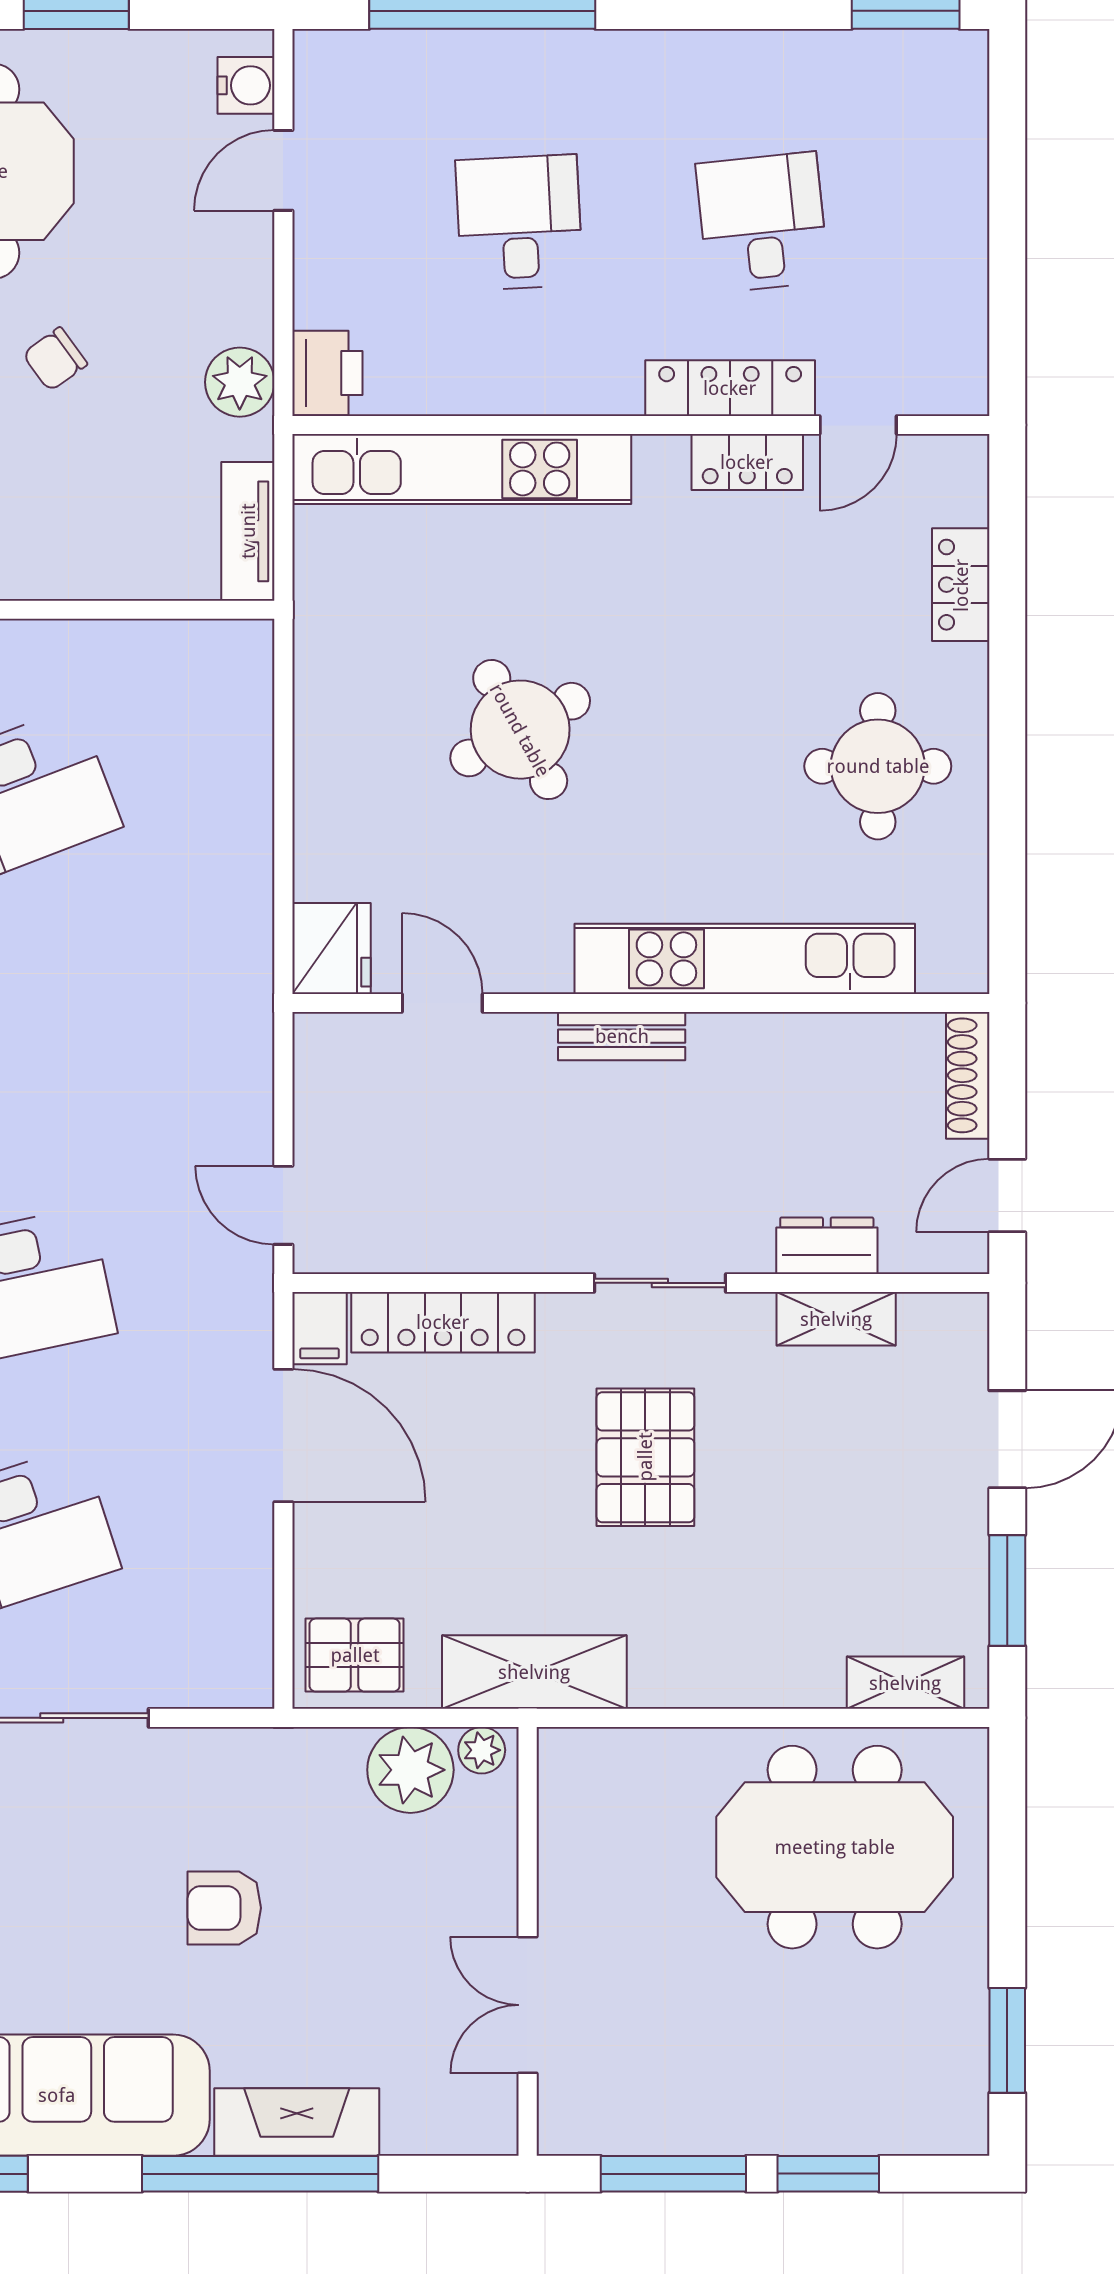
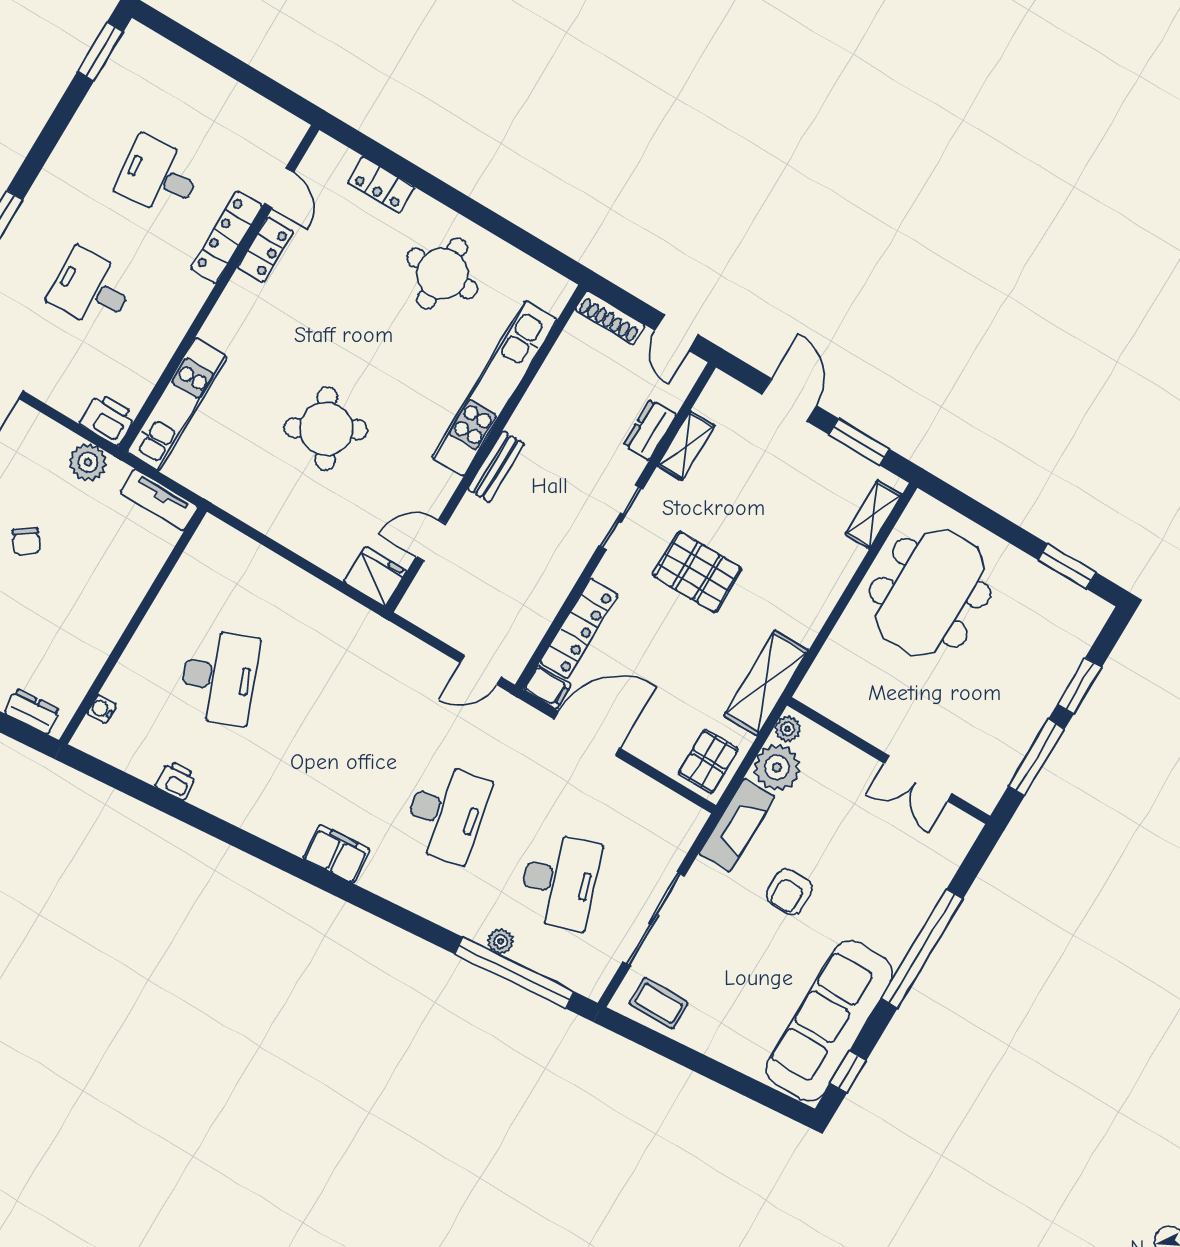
kitchen unit: (462, 469) -> (177, 405), width x0.73
fireplace: (297, 2122) -> (737, 825), moved, turned 180

